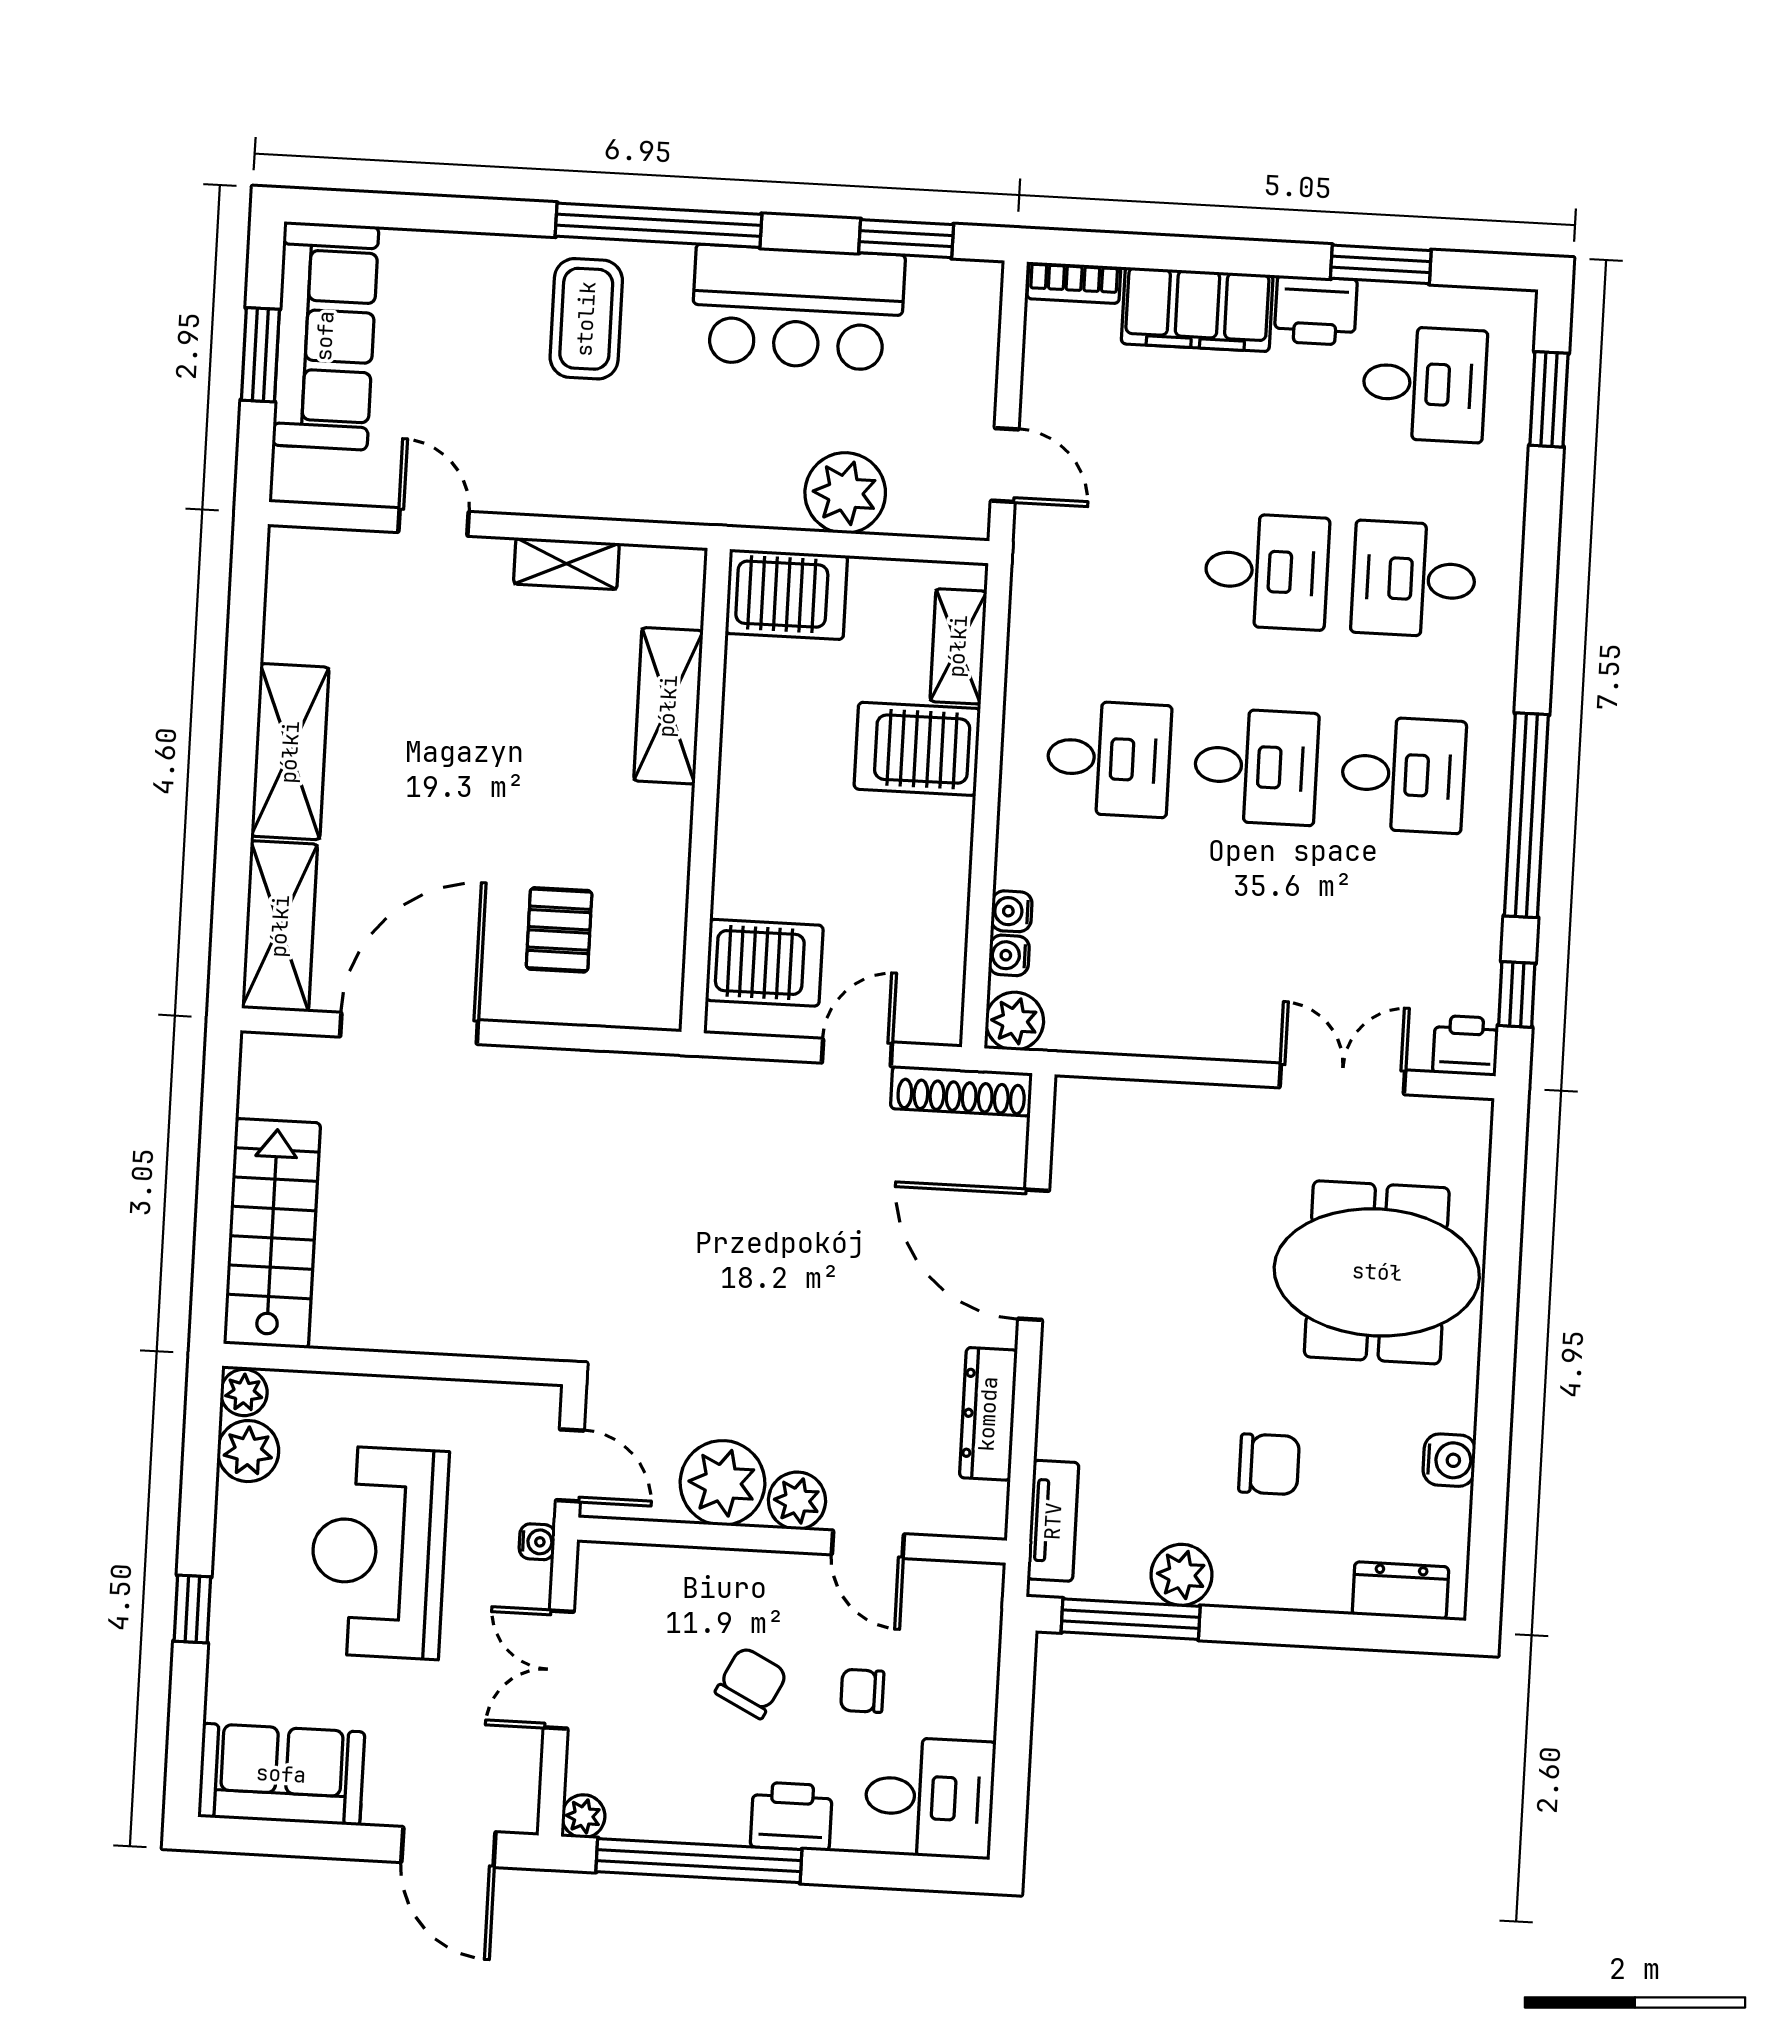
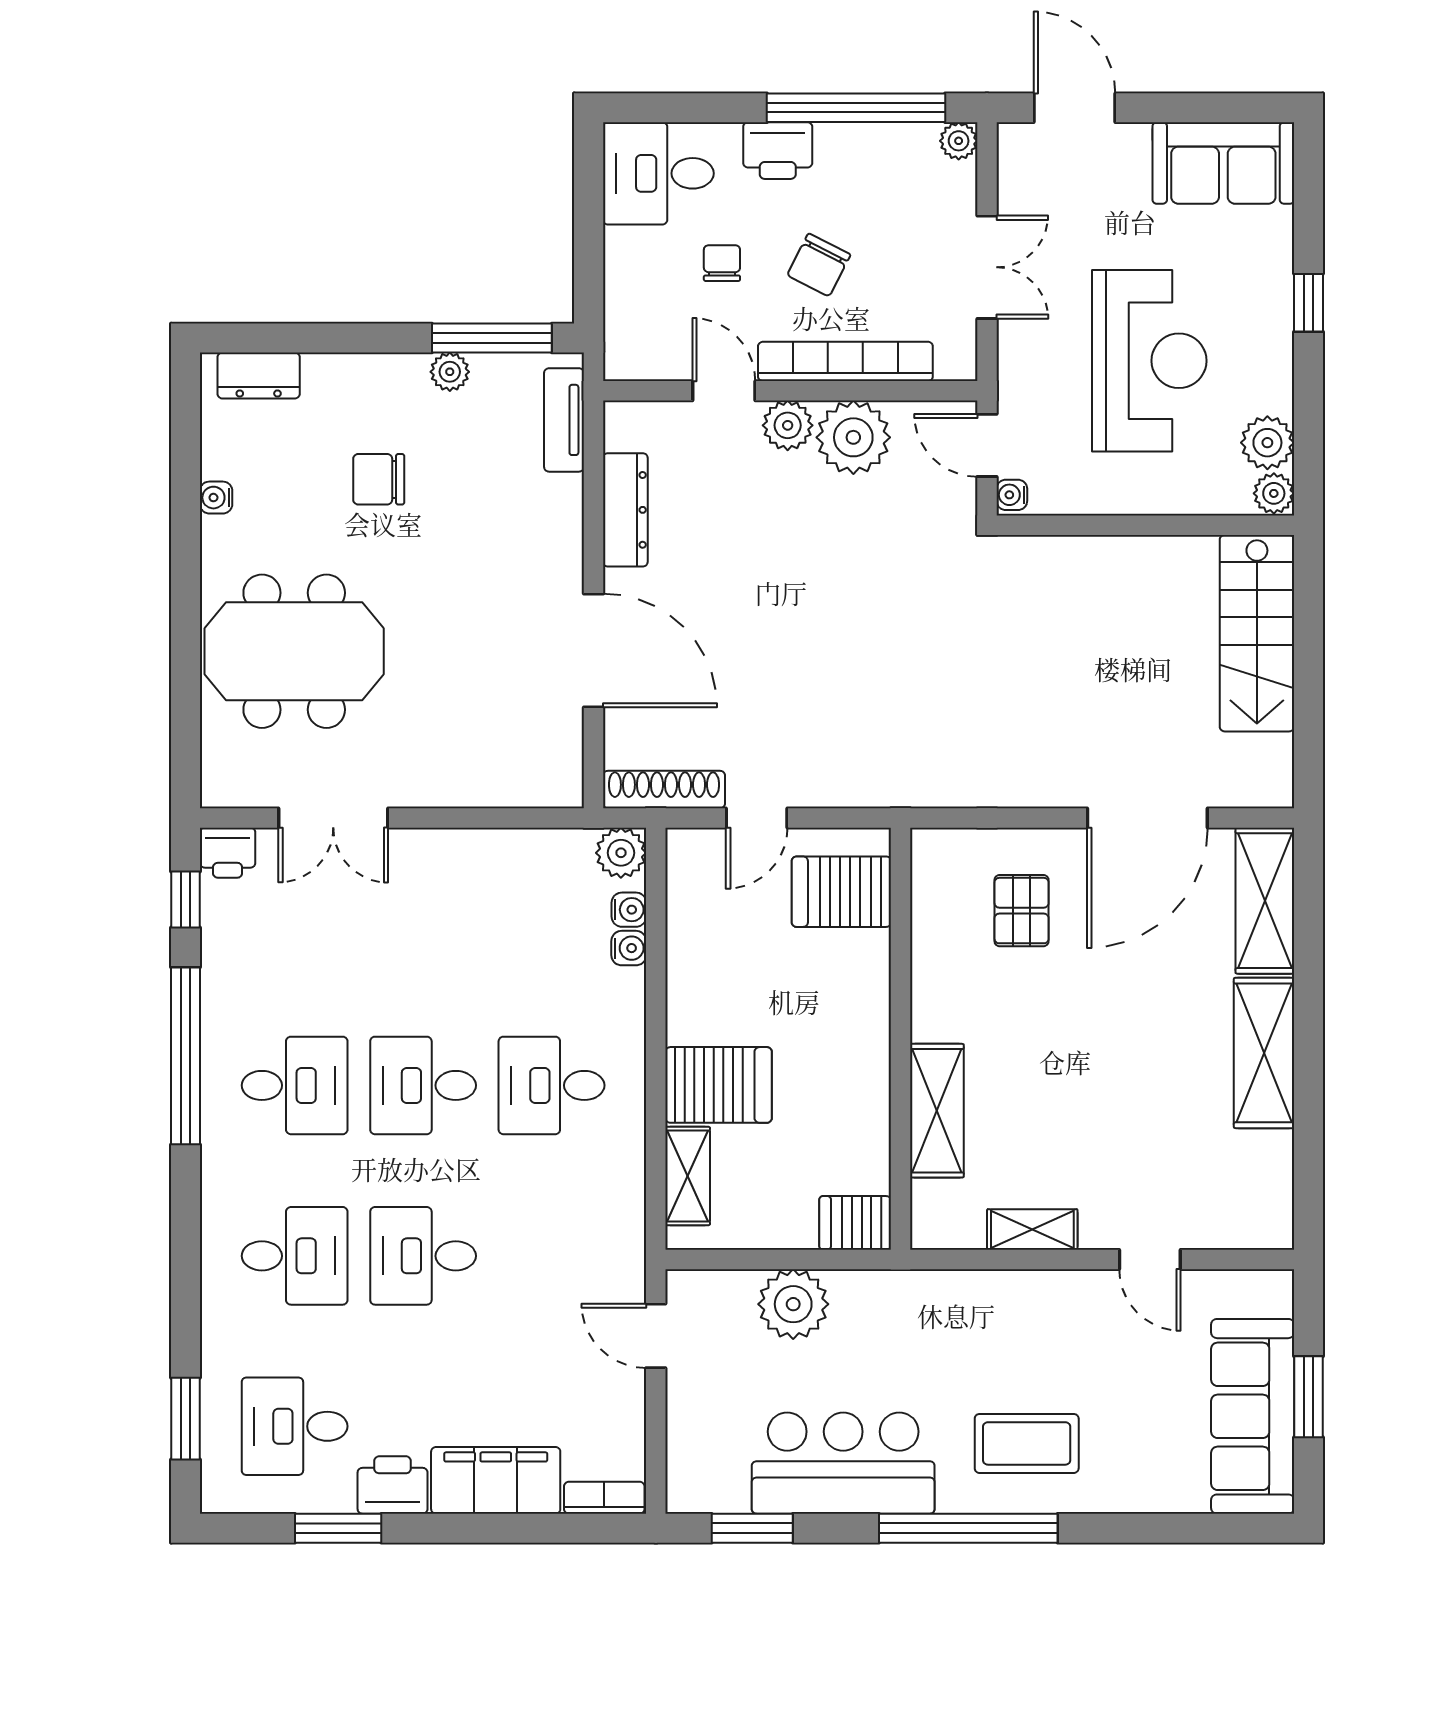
coffee table: (586, 319) -> (1027, 1443), turned 90
server rack: (786, 594) -> (855, 1223), width x0.73, depth x0.70
desk: (1403, 775) -> (295, 1085), turned 180
water cooler: (1449, 1460) -> (216, 498), width x0.72, depth x0.72
water cooler: (537, 1542) -> (1012, 495), moved
bookcase: (727, 1570) -> (845, 361), added
plant: (1181, 1575) -> (450, 372), width x0.73, depth x0.73
chair: (862, 1691) -> (722, 263), turned -90

